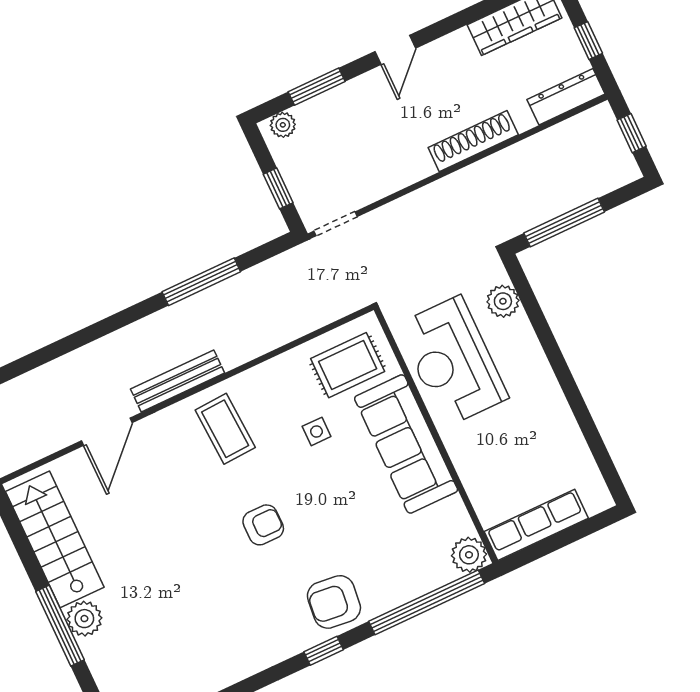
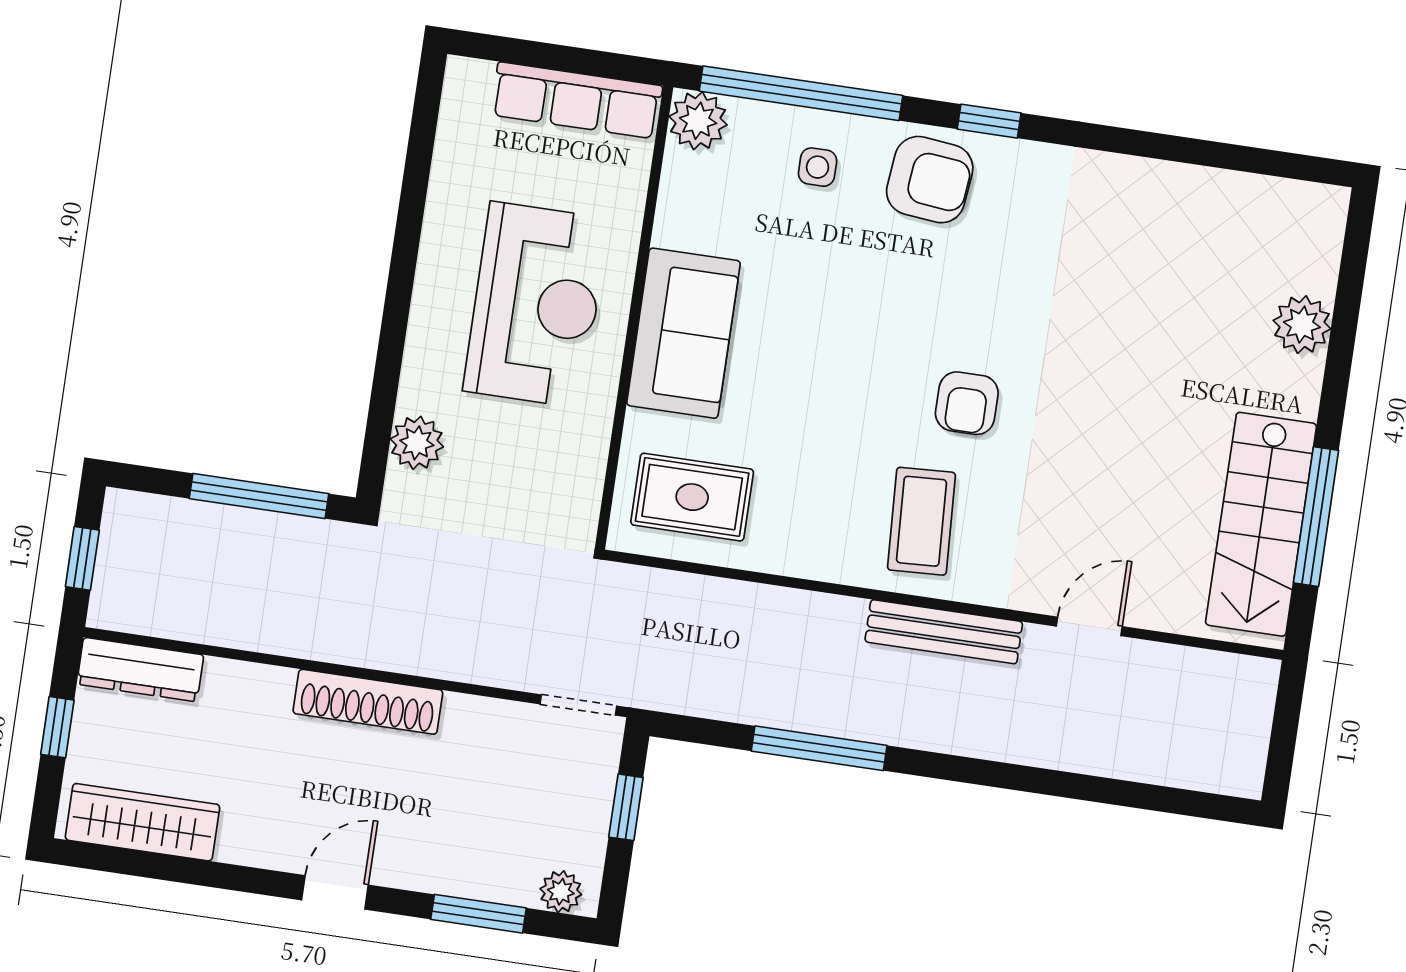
shoe rack: (473, 141) -> (368, 702), moved
reception desk: (453, 361) -> (536, 305), moved
side table: (317, 431) -> (818, 167), moved
door: (107, 432) -> (1089, 626), width x0.73
sofa: (406, 444) -> (684, 333), width x0.73
armchair: (263, 525) -> (967, 403), moved, turned -90
plant: (84, 619) -> (1302, 325), moved
window: (60, 626) -> (1316, 517), moved

